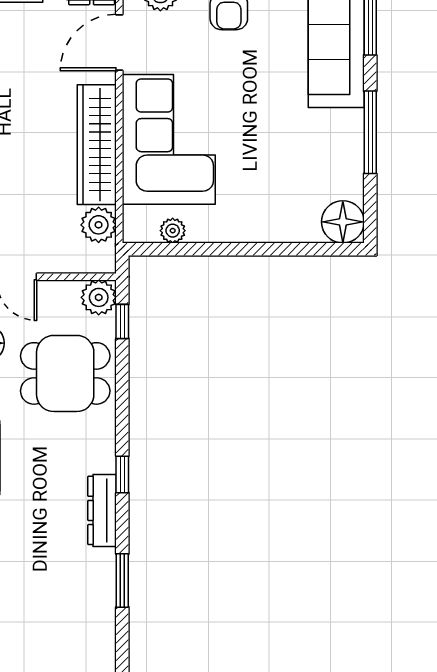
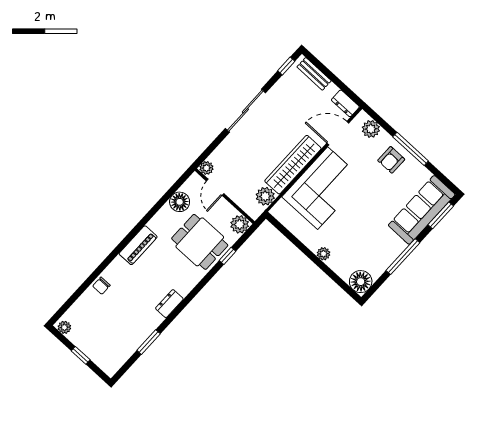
plant: (173, 231) -> (324, 254), moved
window: (122, 321) -> (228, 256), moved
window: (122, 474) -> (186, 301), removed
dresser: (102, 510) -> (169, 304), width x0.70

